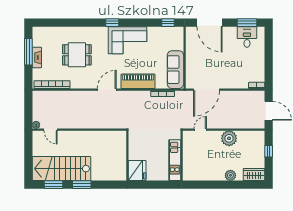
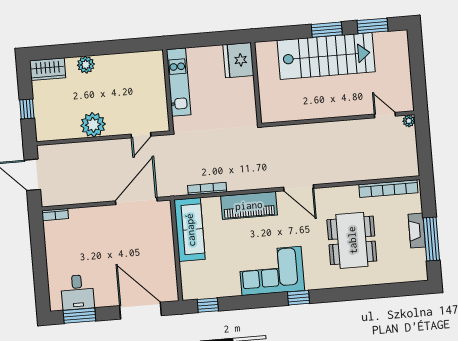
dining table: (77, 55) -> (352, 240), width x1.38
door: (107, 90) -> (299, 188), hinge flipped
stairs: (61, 169) -> (326, 56), moved

